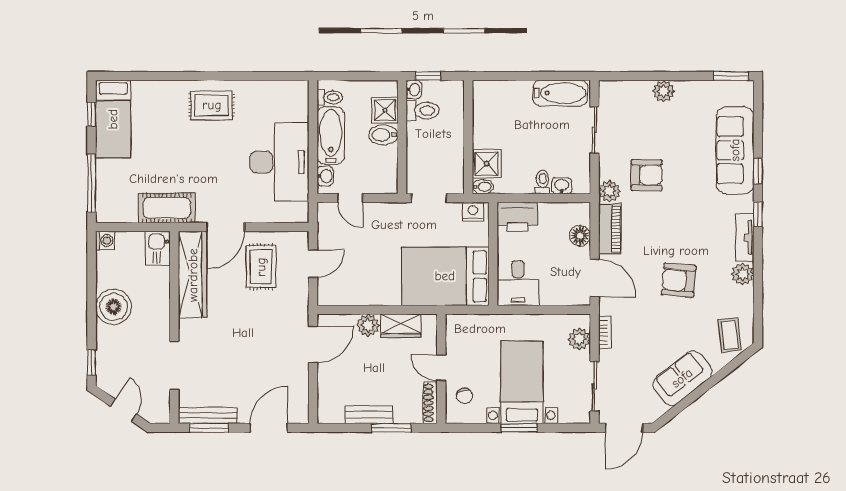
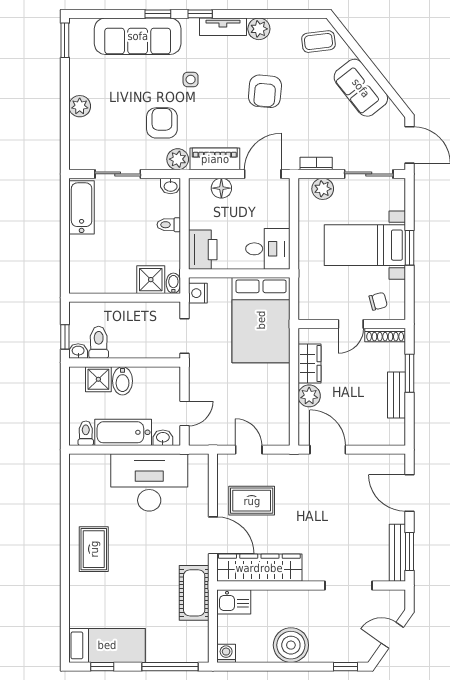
washbasin: (562, 186) -> (171, 186), moved, turned -90
side table: (691, 204) -> (191, 79), added

